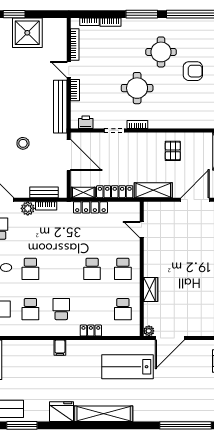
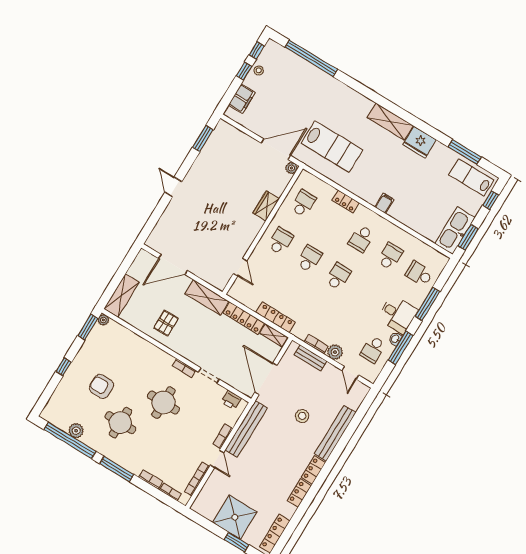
plant: (192, 25) -> (76, 431), added
school desk: (30, 269) -> (338, 276), moved
shelving: (104, 414) -> (390, 121), width x0.68

